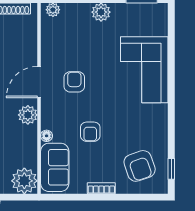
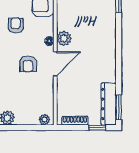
floor lamp: (47, 136) -> (49, 41), moved

